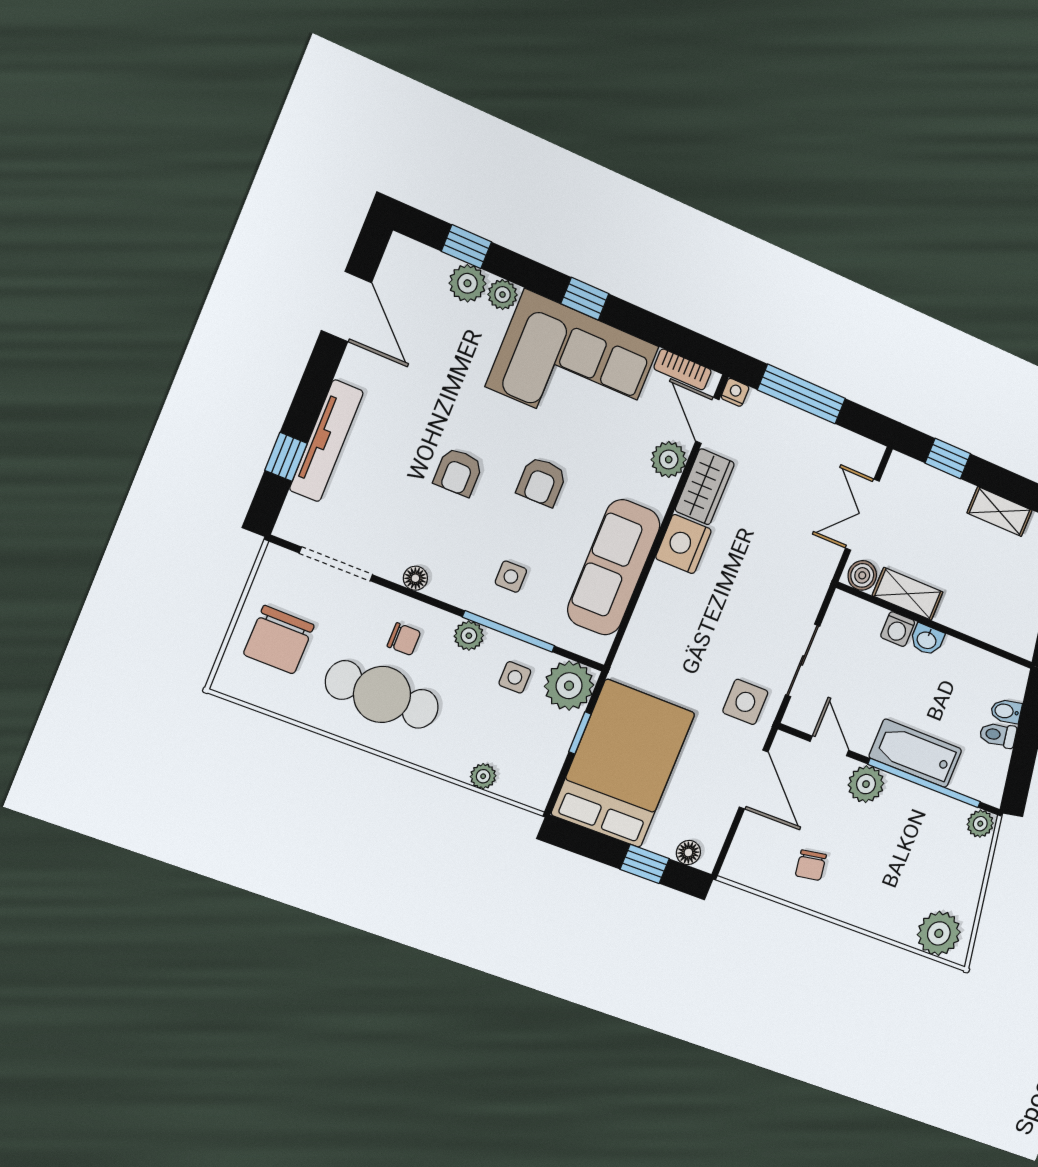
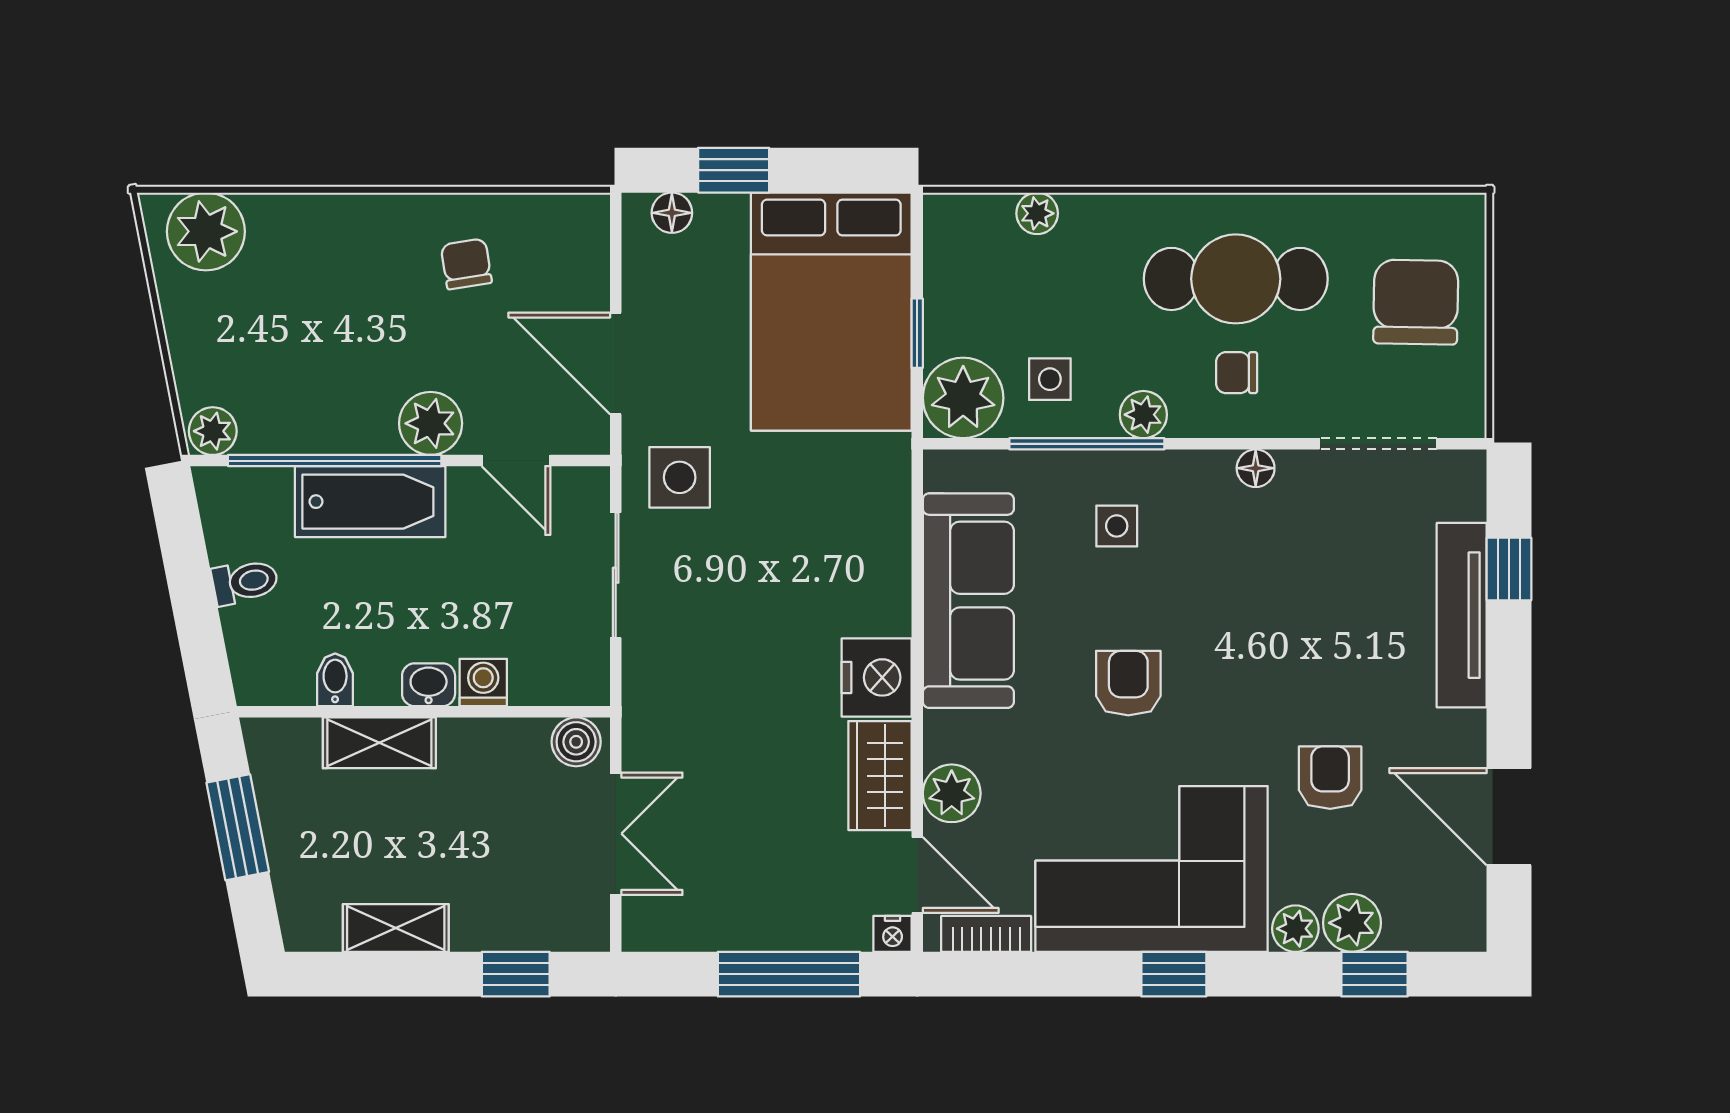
armchair: (458, 472) -> (1330, 778), moved
shelving: (908, 594) -> (379, 743), moved
bidet: (1006, 711) -> (335, 680), moved, turned -79

